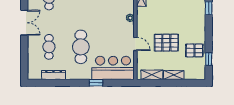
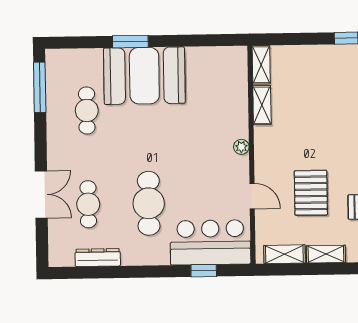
double door: (24, 23) -> (41, 194), moved
pallet: (166, 43) -> (311, 193), turned 90
window: (96, 83) -> (204, 271), moved

